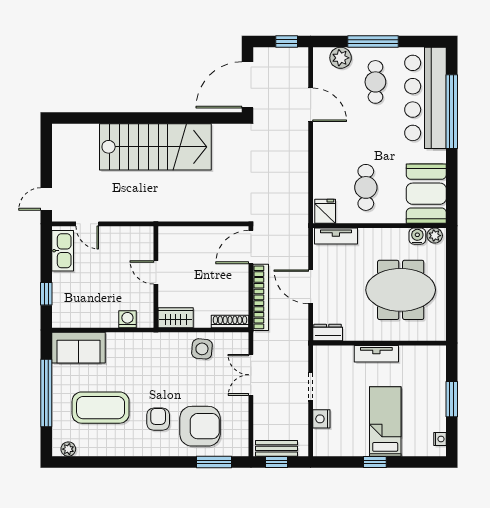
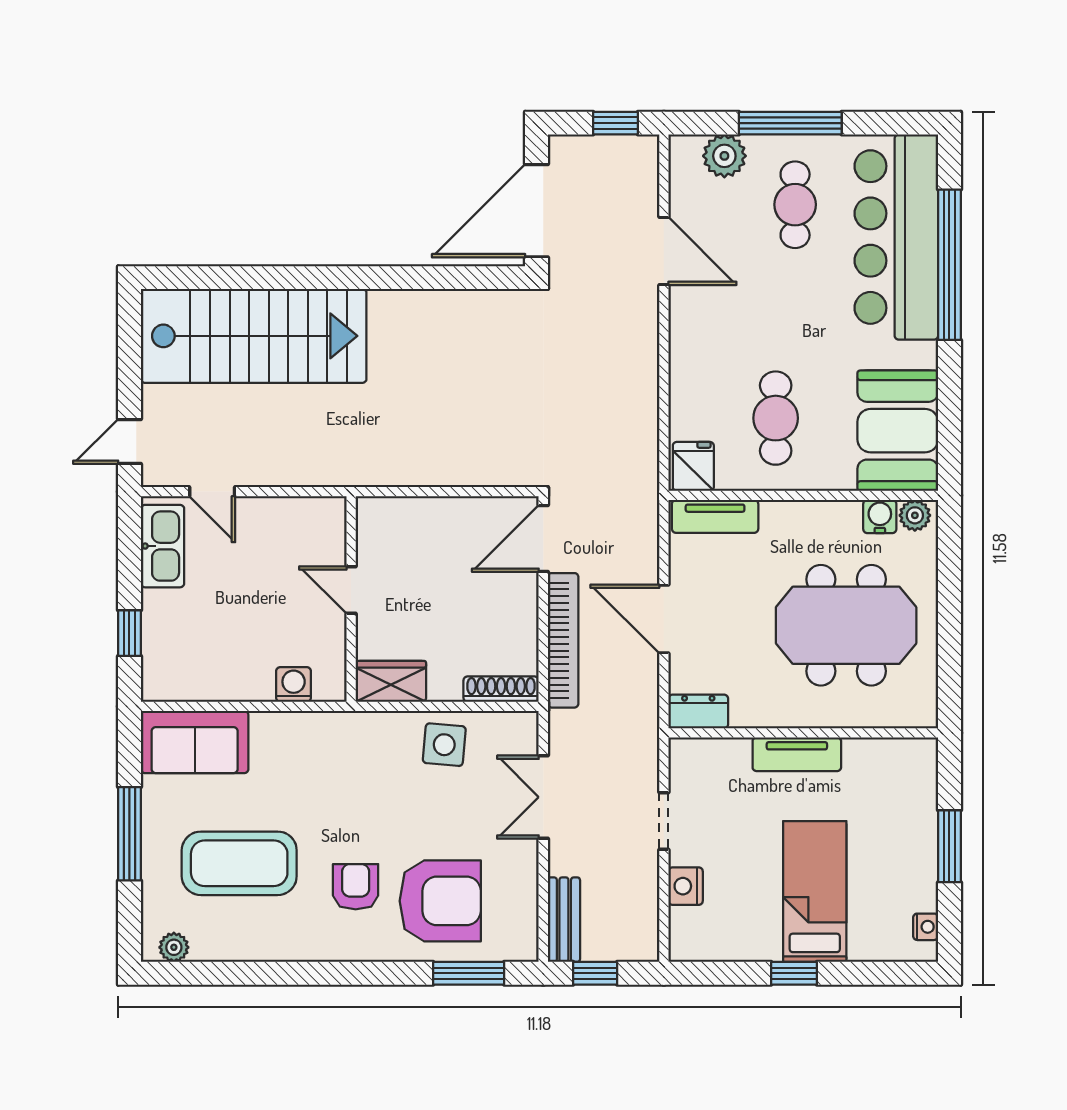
stairs: (155, 147) -> (254, 336), moved
window: (46, 393) -> (129, 834), width x0.68
bench: (276, 448) -> (564, 920), moved, turned 90

